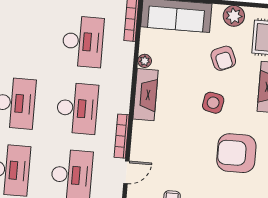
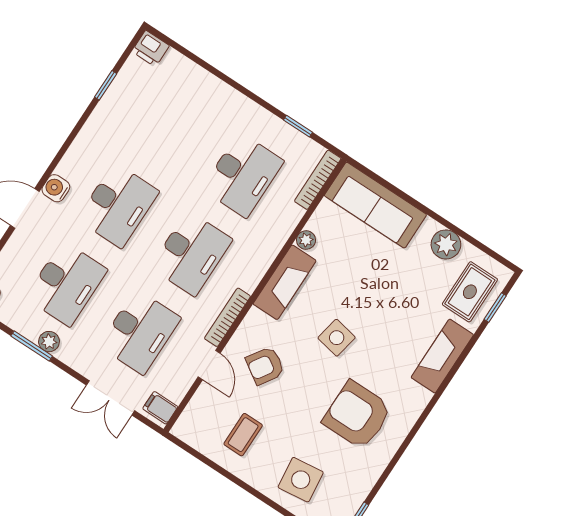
armchair: (223, 58) -> (265, 366), moved, turned 56
side table: (213, 103) -> (337, 338), moved
door: (126, 172) -> (209, 365), hinge flipped

